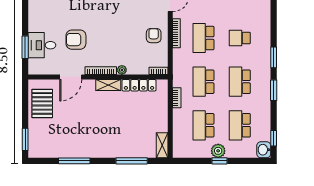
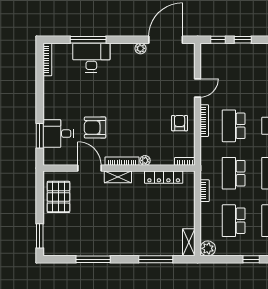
door: (71, 77) -> (89, 168), swing flipped
shelving: (108, 85) -> (118, 177), moved
plant: (218, 151) -> (208, 248), moved

